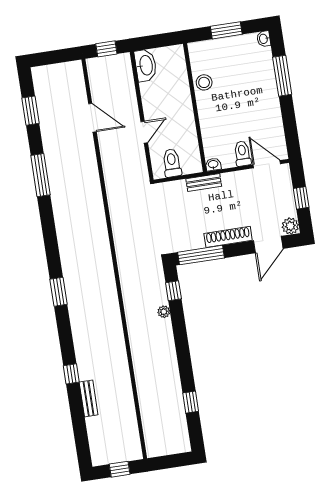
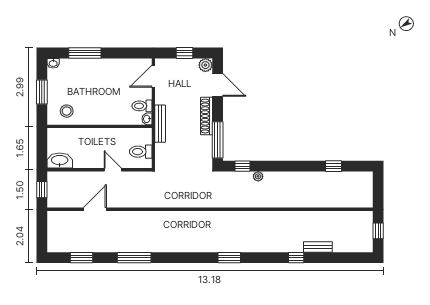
stool: (204, 82) -> (67, 111), moved
toilet: (242, 154) -> (142, 106), moved
bench: (204, 183) -> (160, 124), width x1.36

